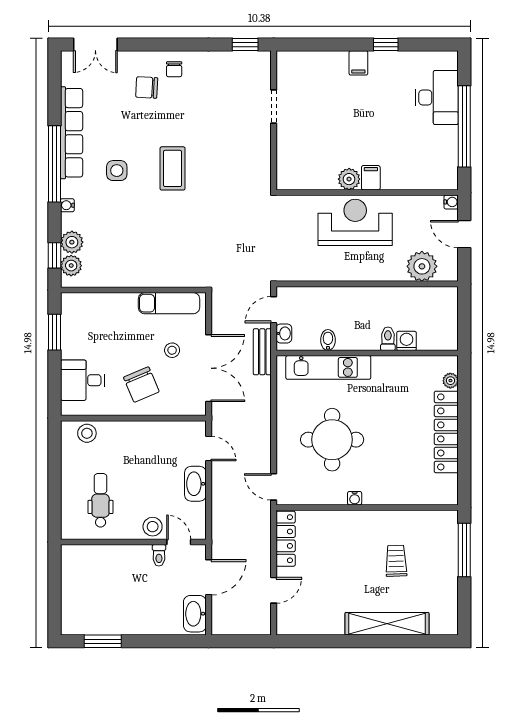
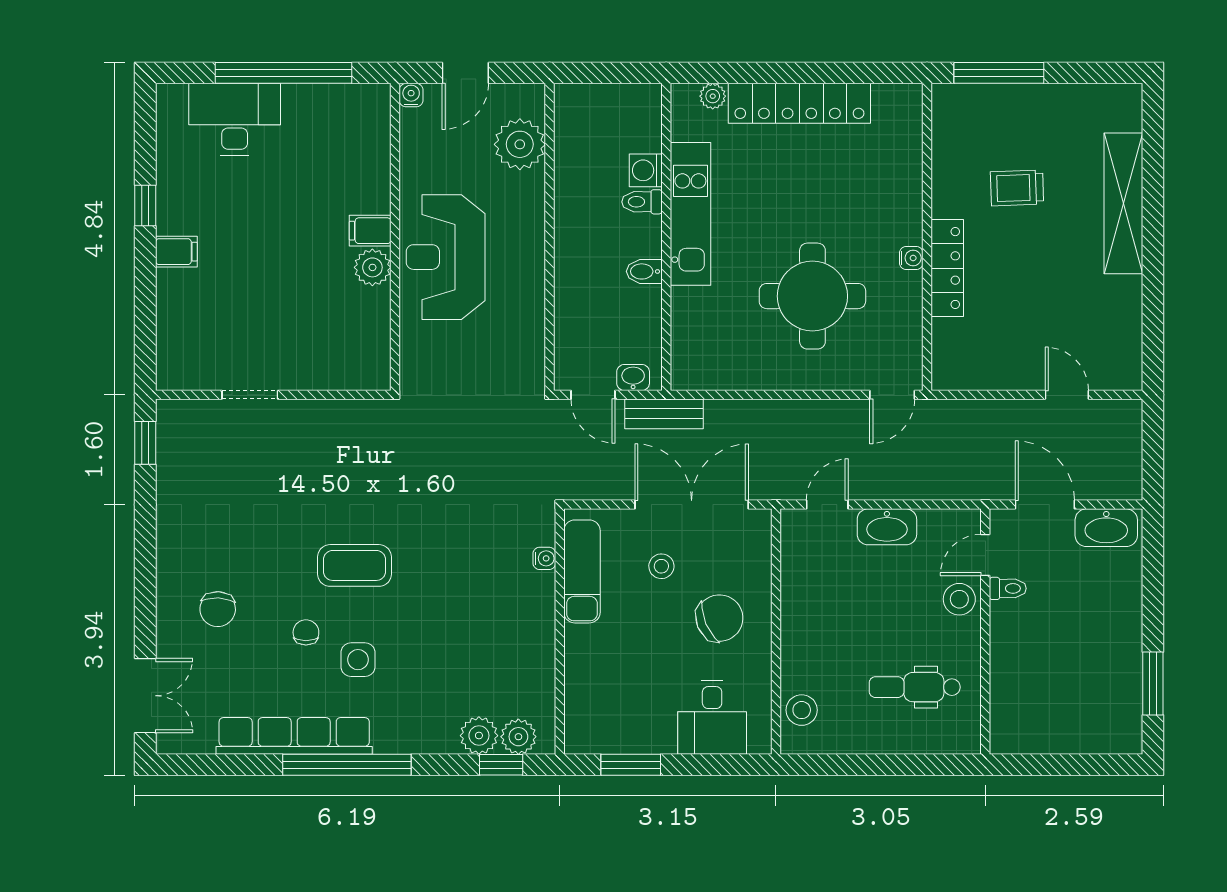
chair: (174, 69) -> (306, 632), moved, turned -90
water cooler: (67, 205) -> (544, 558), moved, turned -90
bidet: (328, 340) -> (644, 271), moved
kitchen unit: (328, 367) -> (690, 214), moved
locker: (286, 539) -> (947, 268), moved, turned 90

